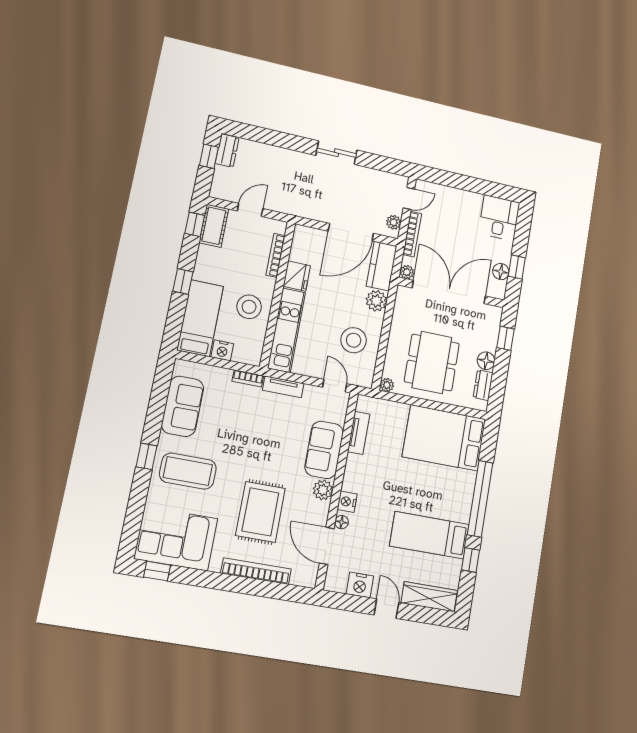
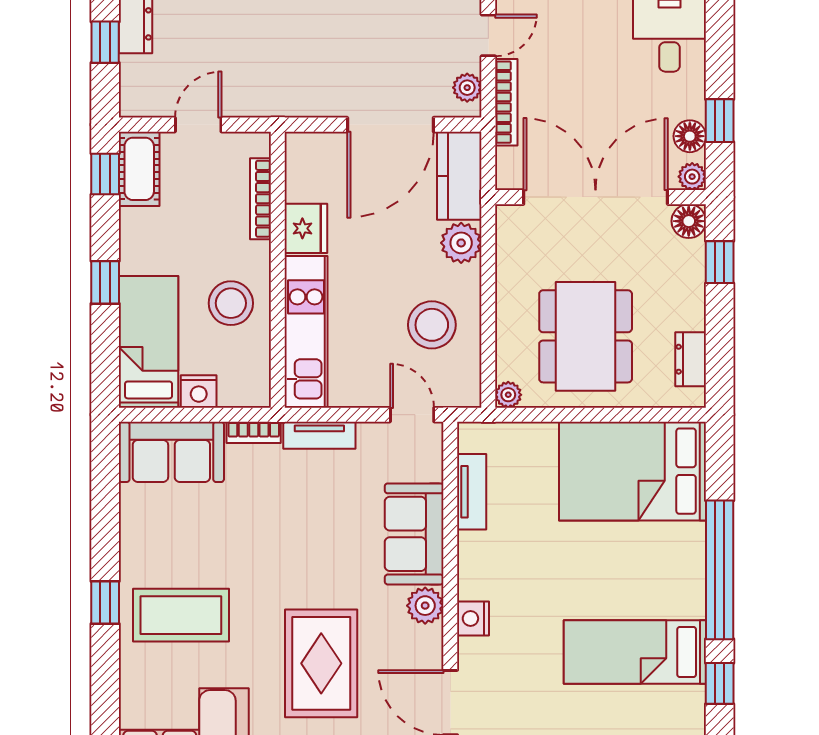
plant: (407, 272) -> (692, 177), moved
floor lamp: (486, 361) -> (689, 221), moved
sofa: (183, 406) -> (171, 452), moved, turned 90
floor lamp: (342, 522) -> (469, 656), removed

